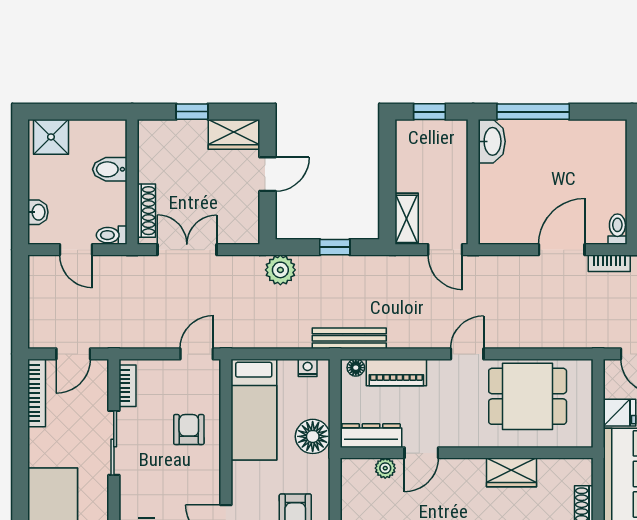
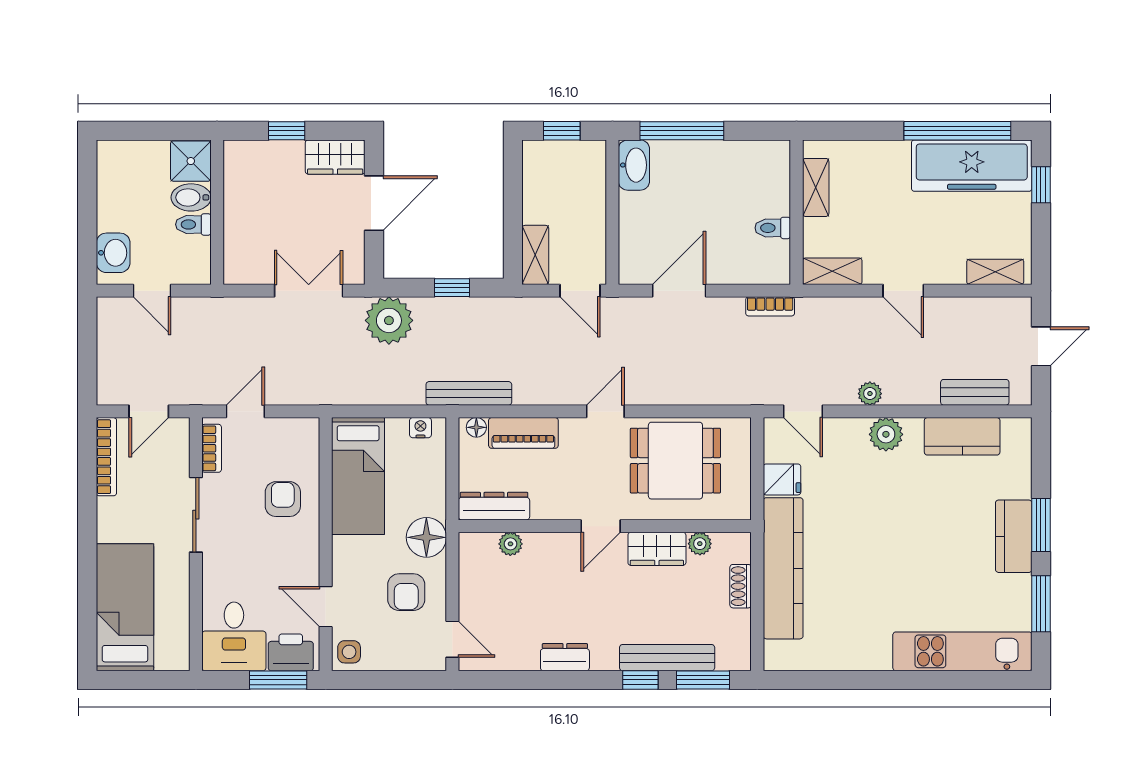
shower: (51, 137) -> (191, 161), moved
door: (267, 174) -> (374, 203), width x1.38
shoe rack: (146, 211) -> (234, 245), removed
washbasin: (38, 212) -> (113, 253), width x1.38, depth x1.45
toilet: (617, 229) -> (773, 228), moved, turned -90
toilet: (112, 235) -> (193, 224), moved
double door: (187, 250) -> (309, 291), moved
door: (562, 250) -> (679, 291), moved
plant: (280, 270) -> (389, 320), width x1.36, depth x1.36
door: (197, 354) -> (245, 411), moved
floor lamp: (313, 436) -> (426, 537), moved
door: (421, 453) -> (601, 526), moved
plant: (549, 468) -> (700, 544), added

